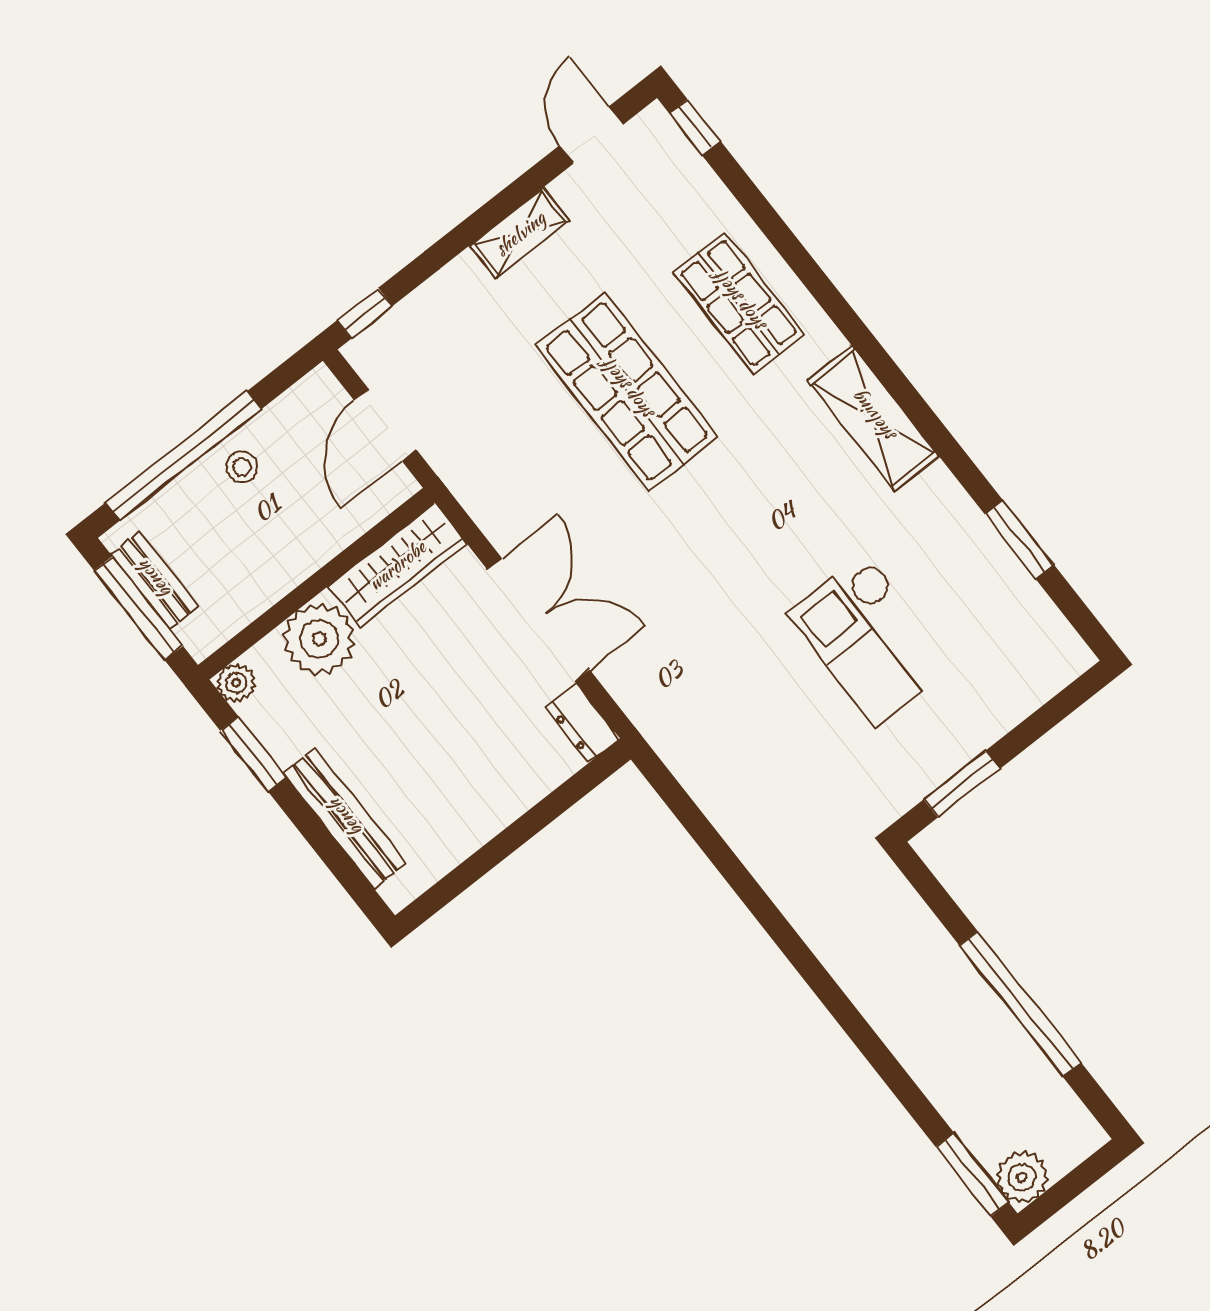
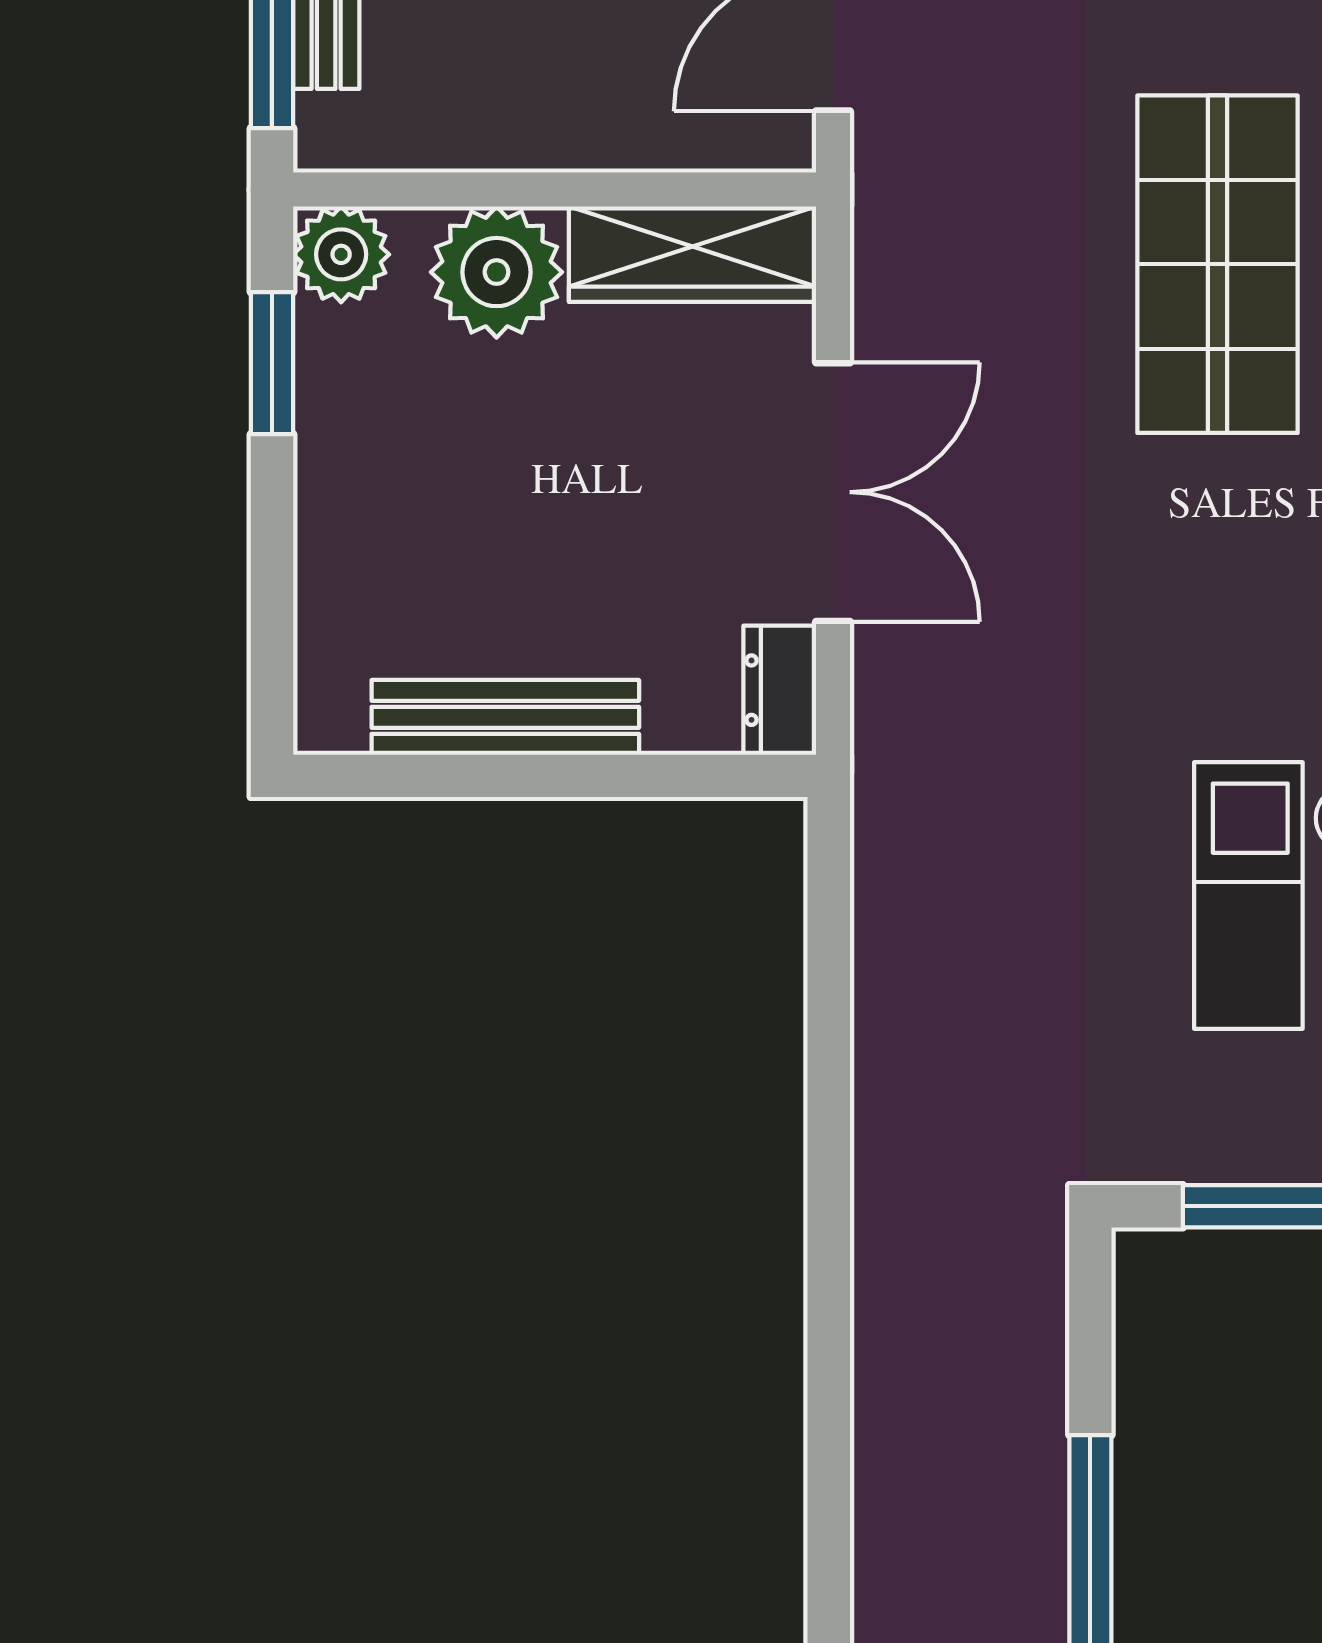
plant: (236, 683) -> (341, 254), width x1.38, depth x1.38
bench: (345, 818) -> (505, 717), moved, turned 90

